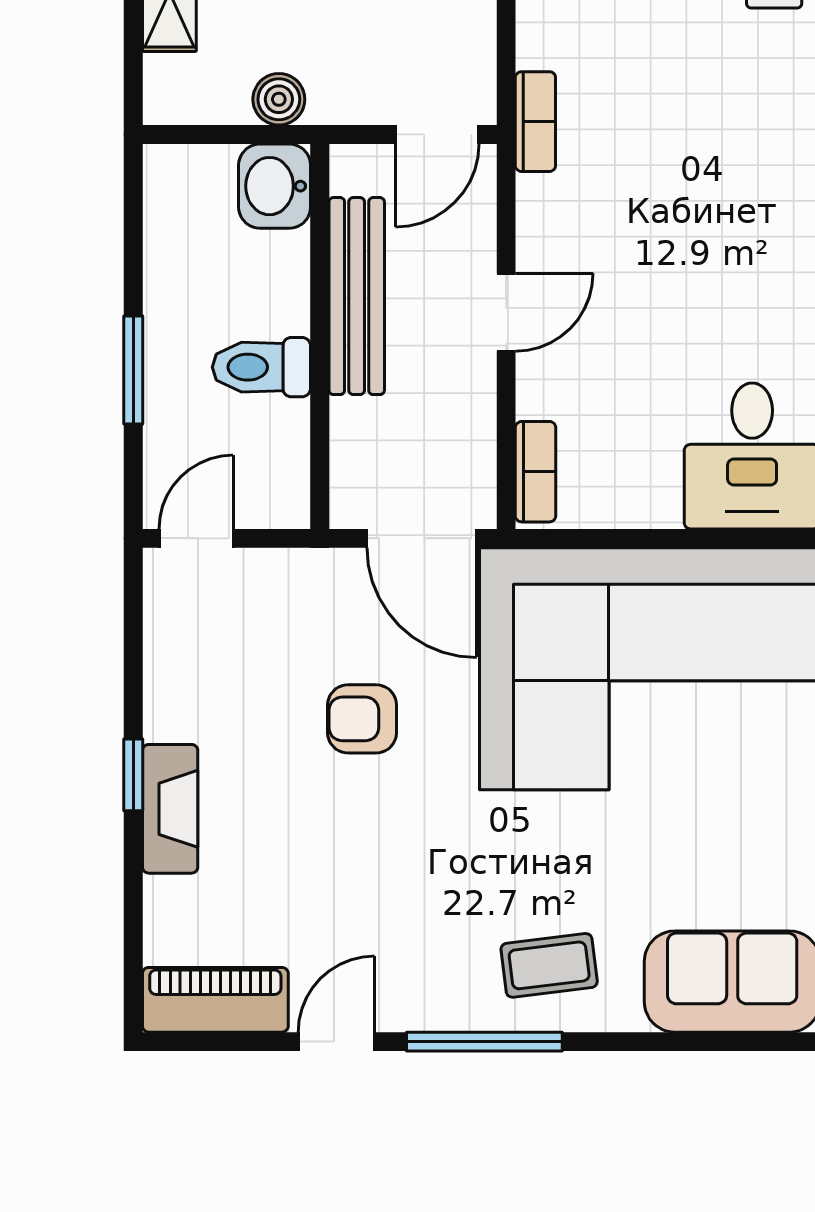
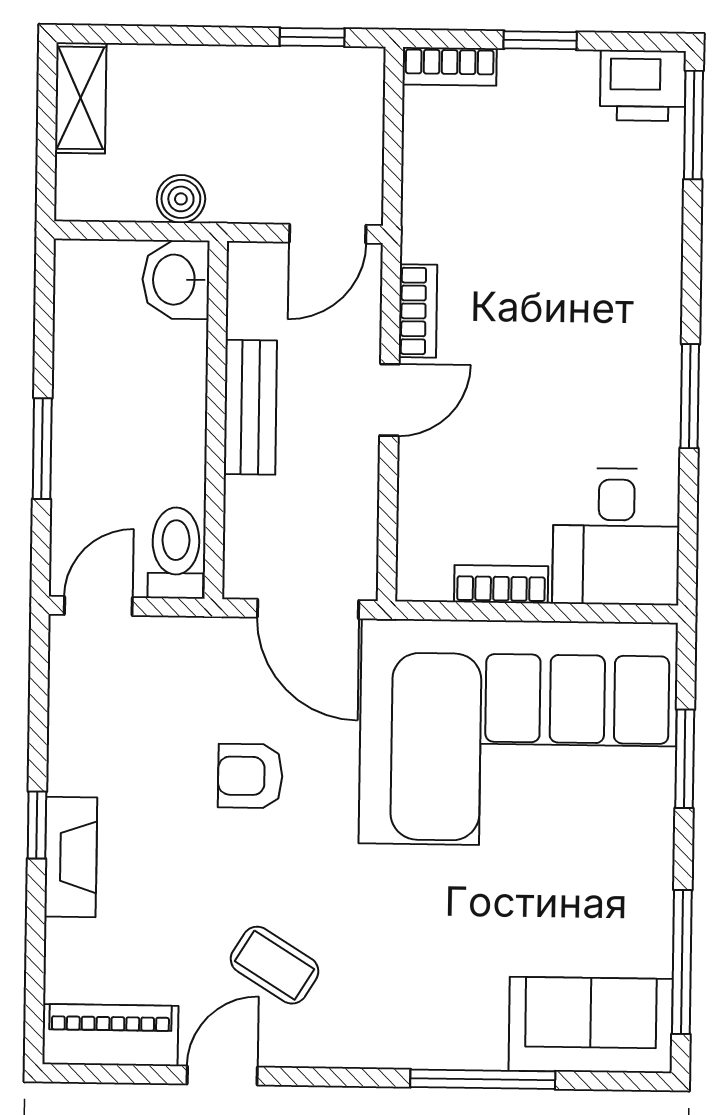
bookcase: (535, 122) -> (418, 311), moved
bench: (357, 296) -> (250, 407), width x0.73
toilet: (261, 367) -> (176, 553), moved, turned 90
bookcase: (536, 472) -> (501, 584), moved, turned -90
coffee table: (549, 965) -> (275, 965), moved, turned 39
window: (484, 1042) -> (483, 1079), moved

